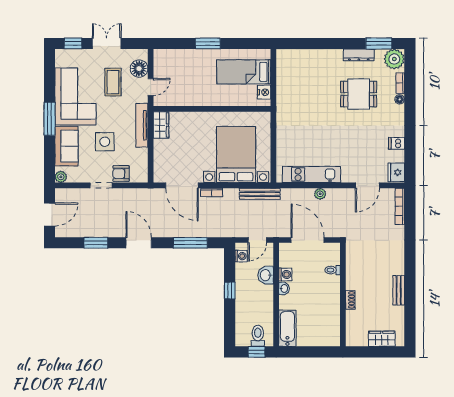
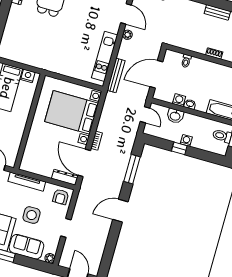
wardrobe: (161, 125) -> (31, 166), removed
dresser: (159, 168) -> (65, 177), added
armchair: (121, 174) -> (61, 197), moved
door: (182, 185) -> (84, 163), swing flipped
bench: (260, 194) -> (116, 75), moved
plant: (320, 194) -> (127, 35), moved
window: (96, 243) -> (111, 245), removed
washing machine: (241, 256) -> (186, 140), moved

